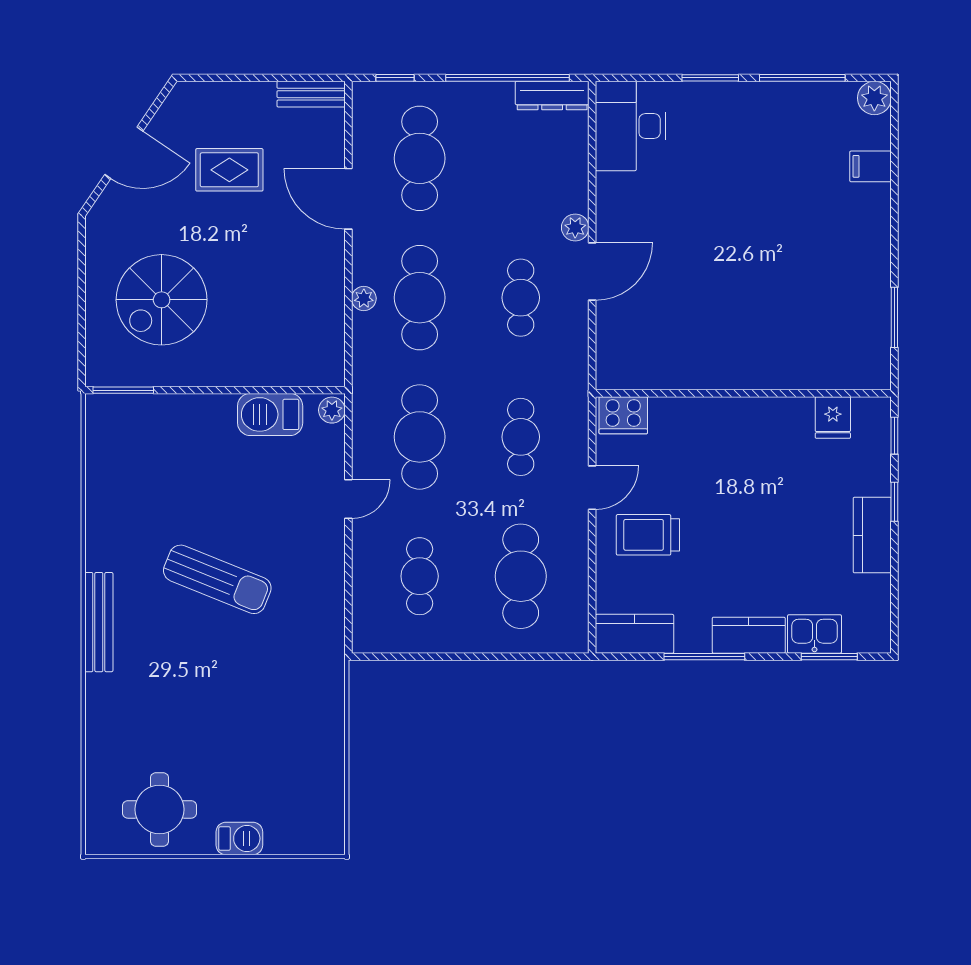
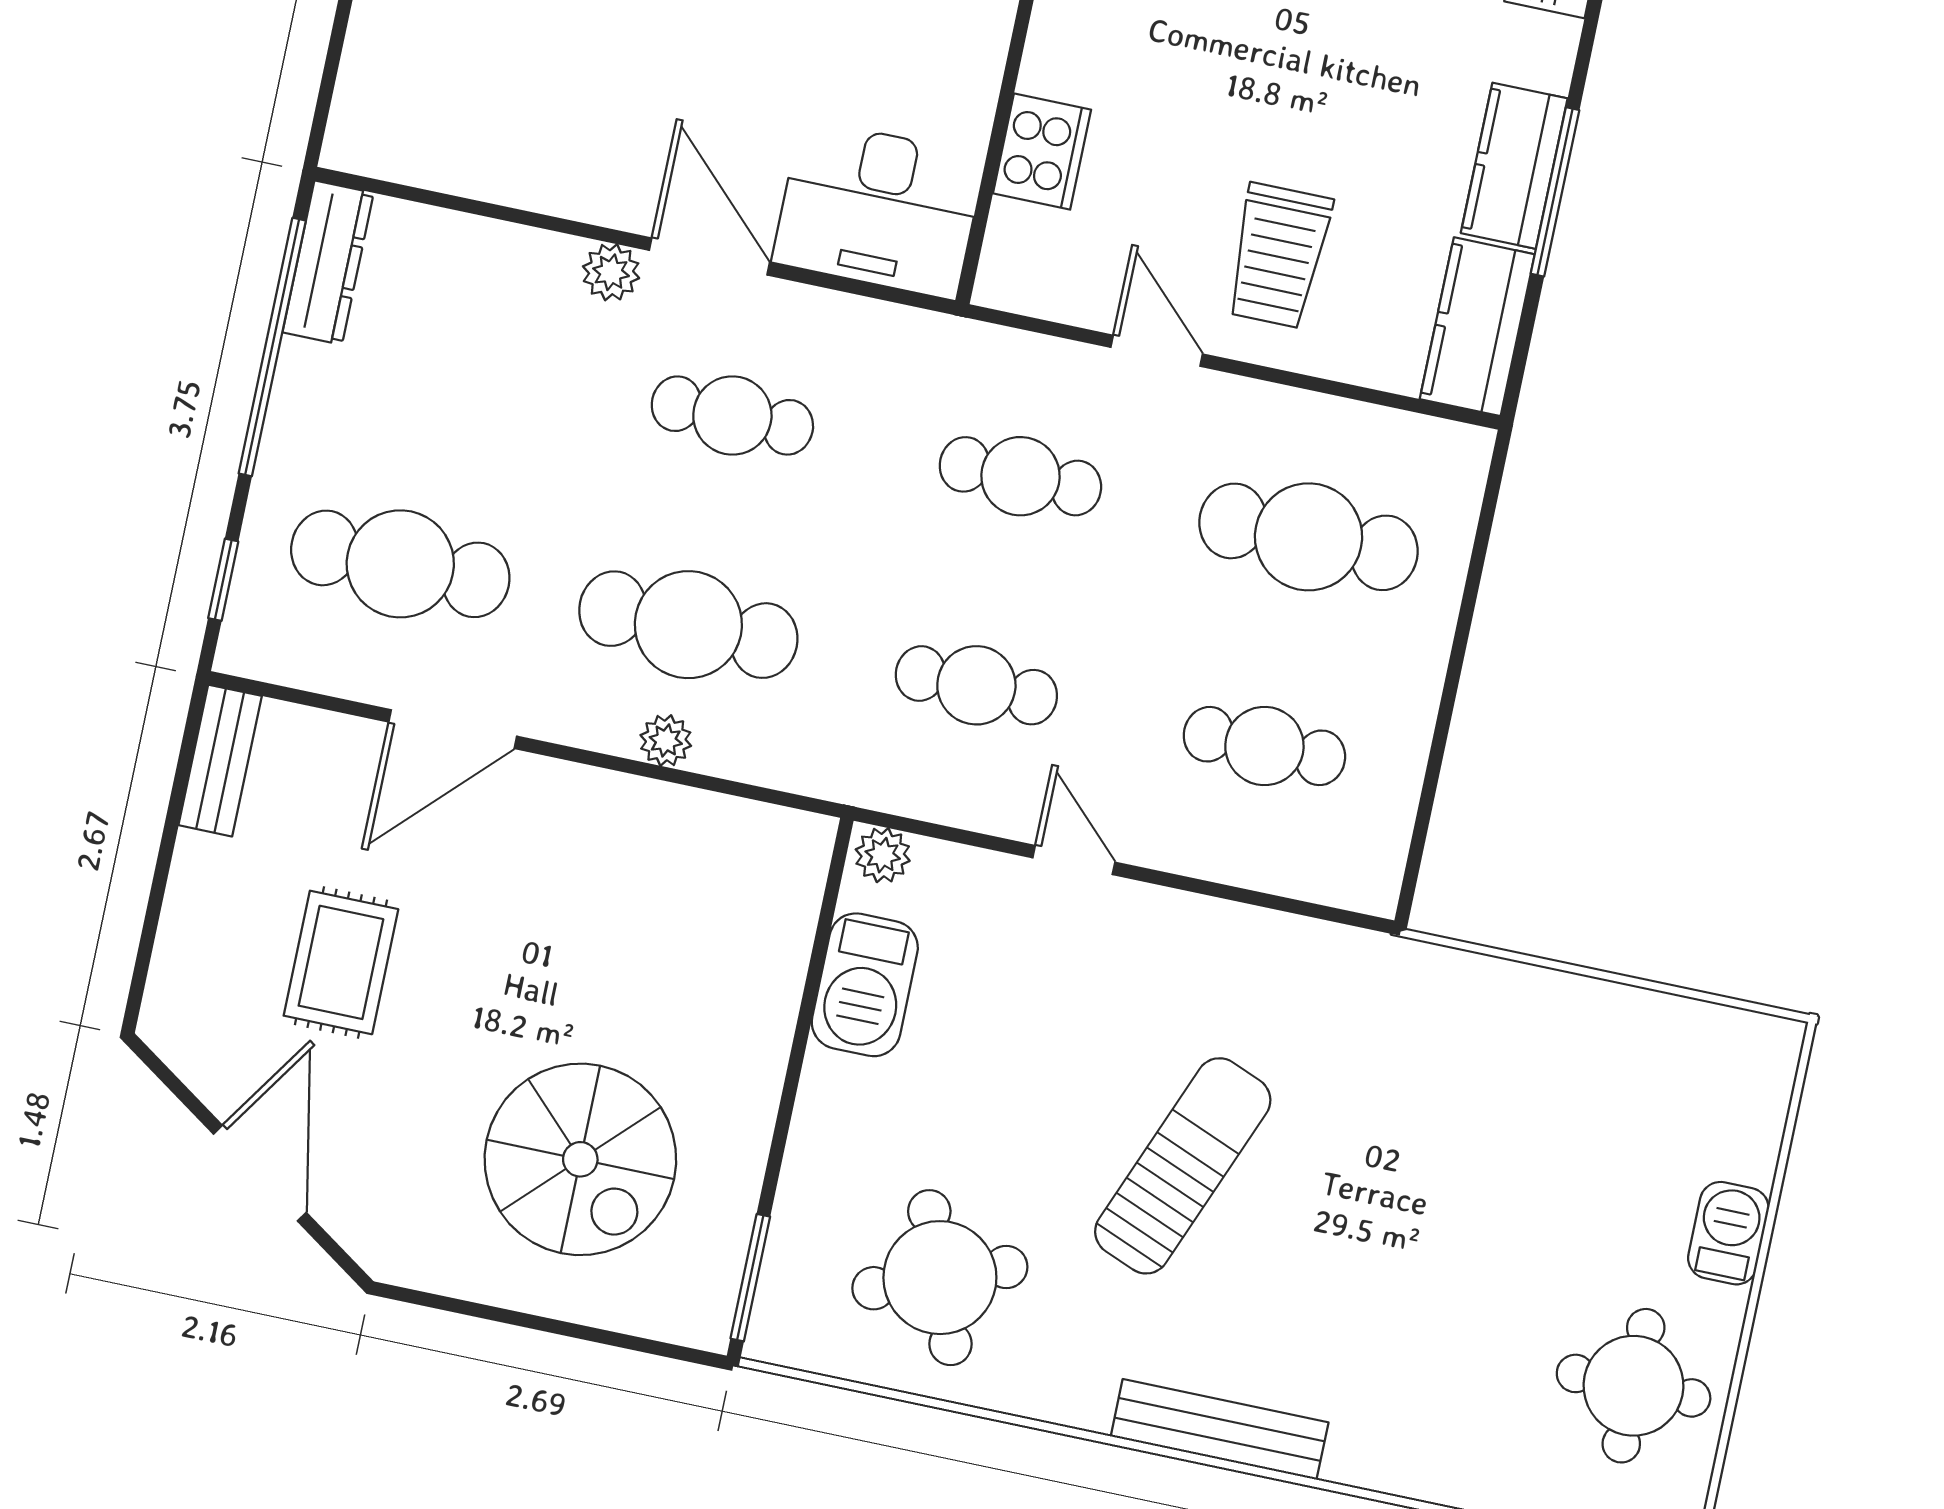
desk: (631, 126) -> (879, 209), moved
cooker: (623, 415) -> (1042, 152), moved
cafe table: (420, 437) -> (976, 685), width x0.73, depth x0.74
round table: (142, 478) -> (940, 1278), added
kitchen counter: (749, 635) -> (1514, 166), moved

